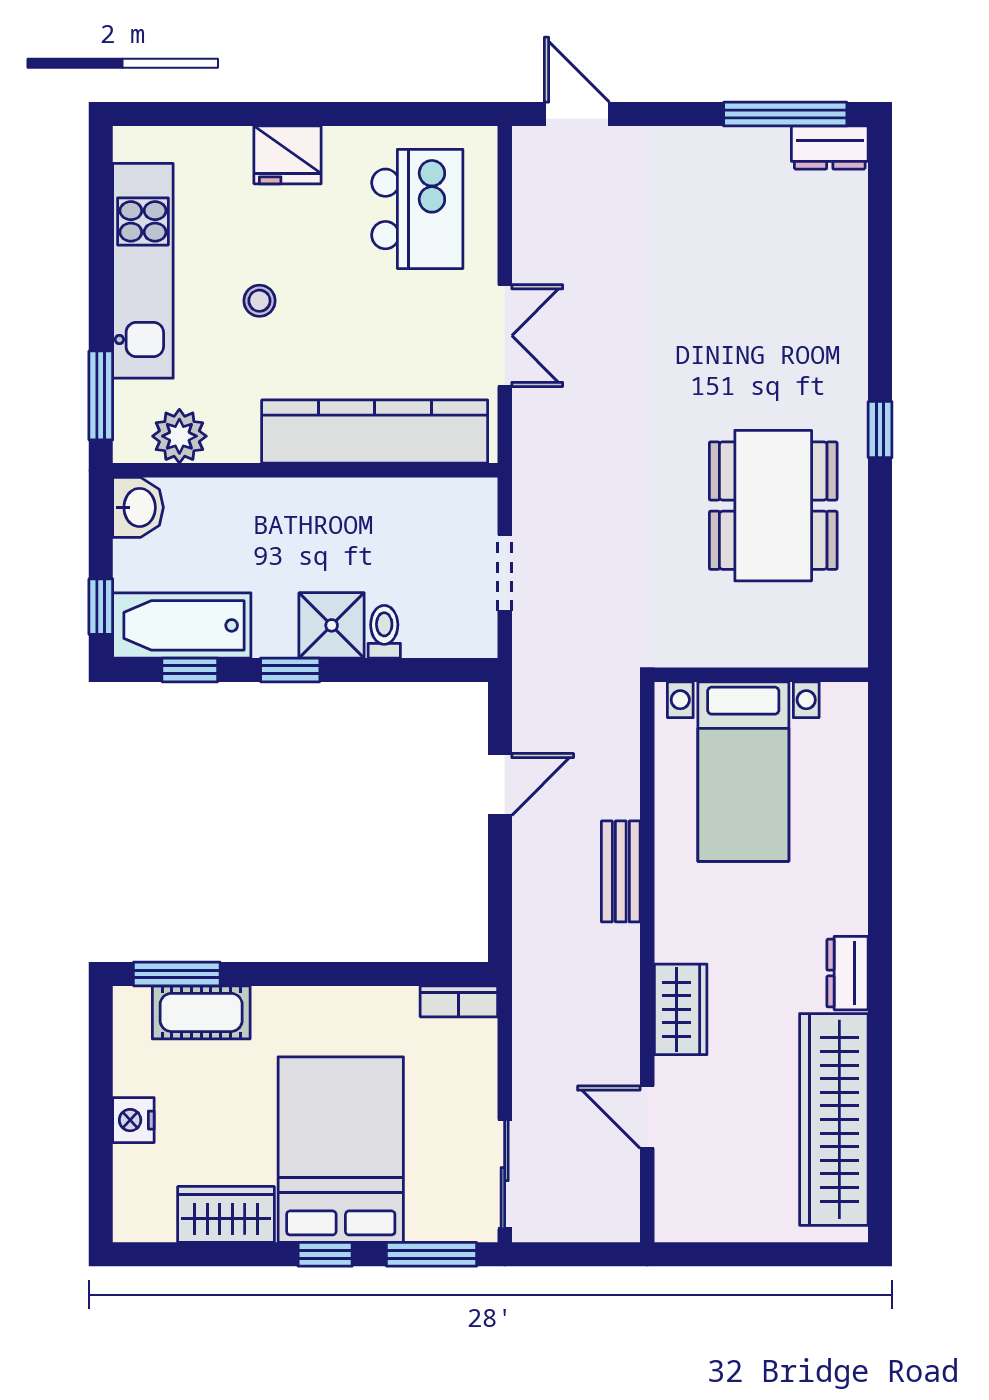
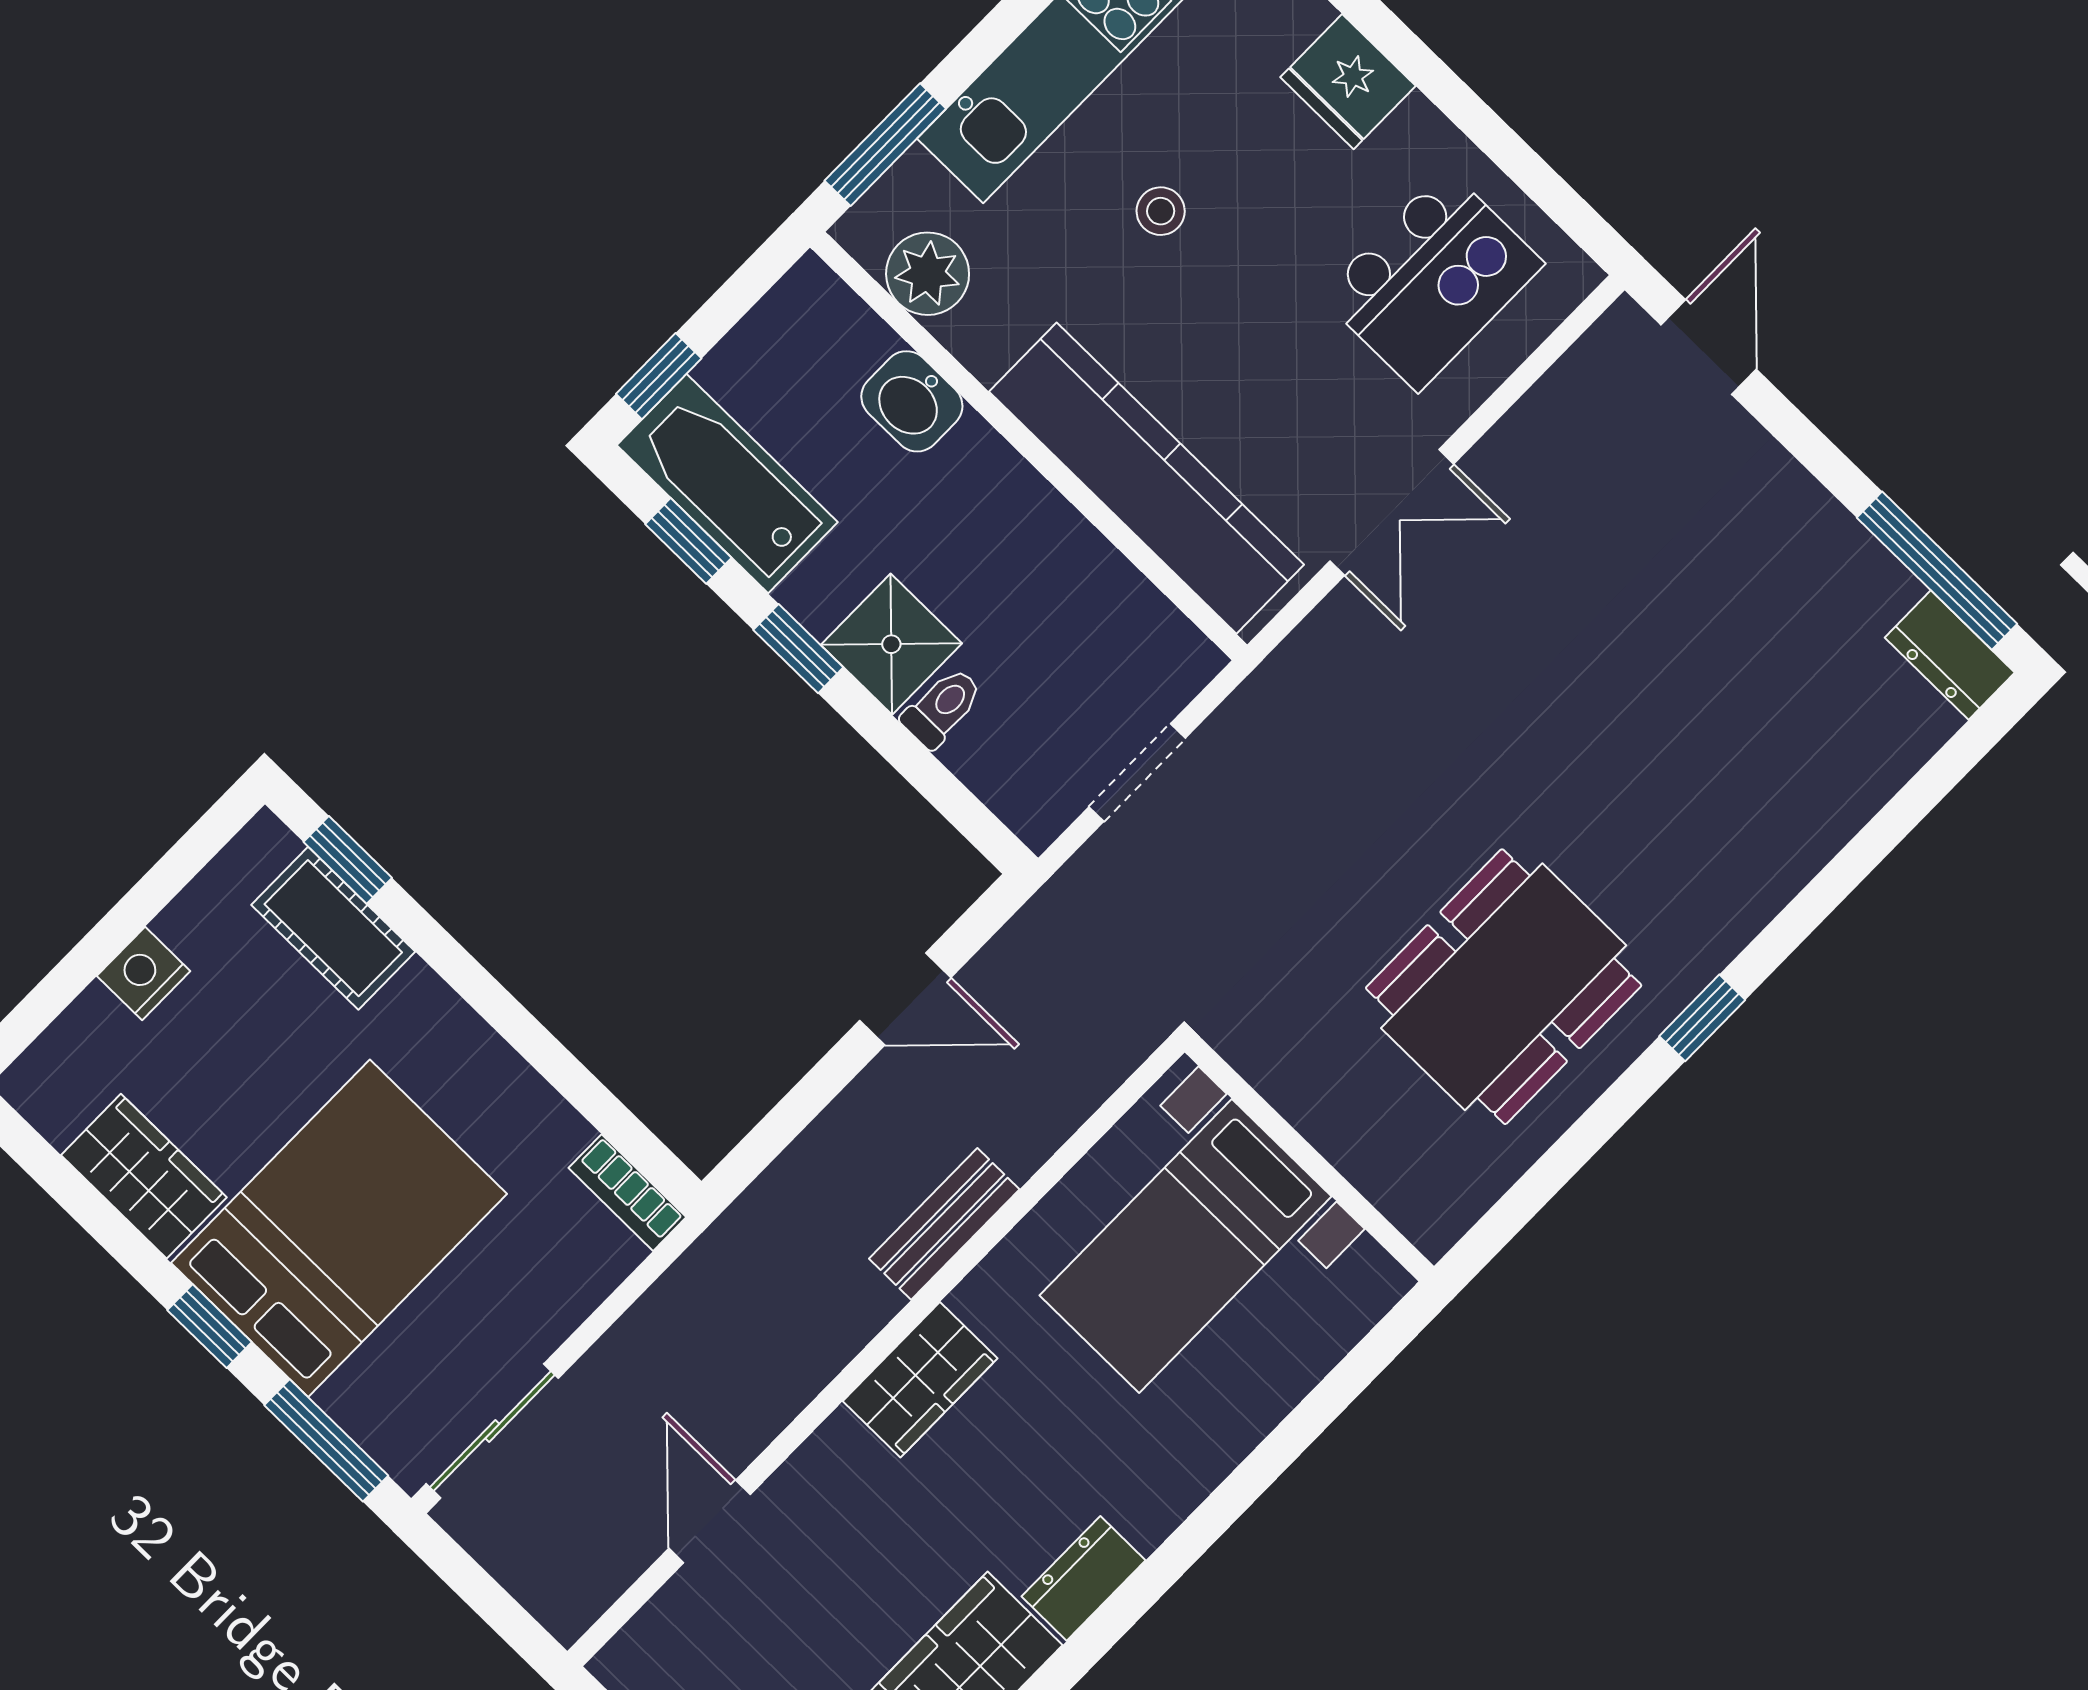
washbasin: (138, 507) -> (912, 401), moved, turned 90
window: (177, 974) -> (348, 860), width x0.67
wardrobe: (681, 1009) -> (920, 1380), moved

